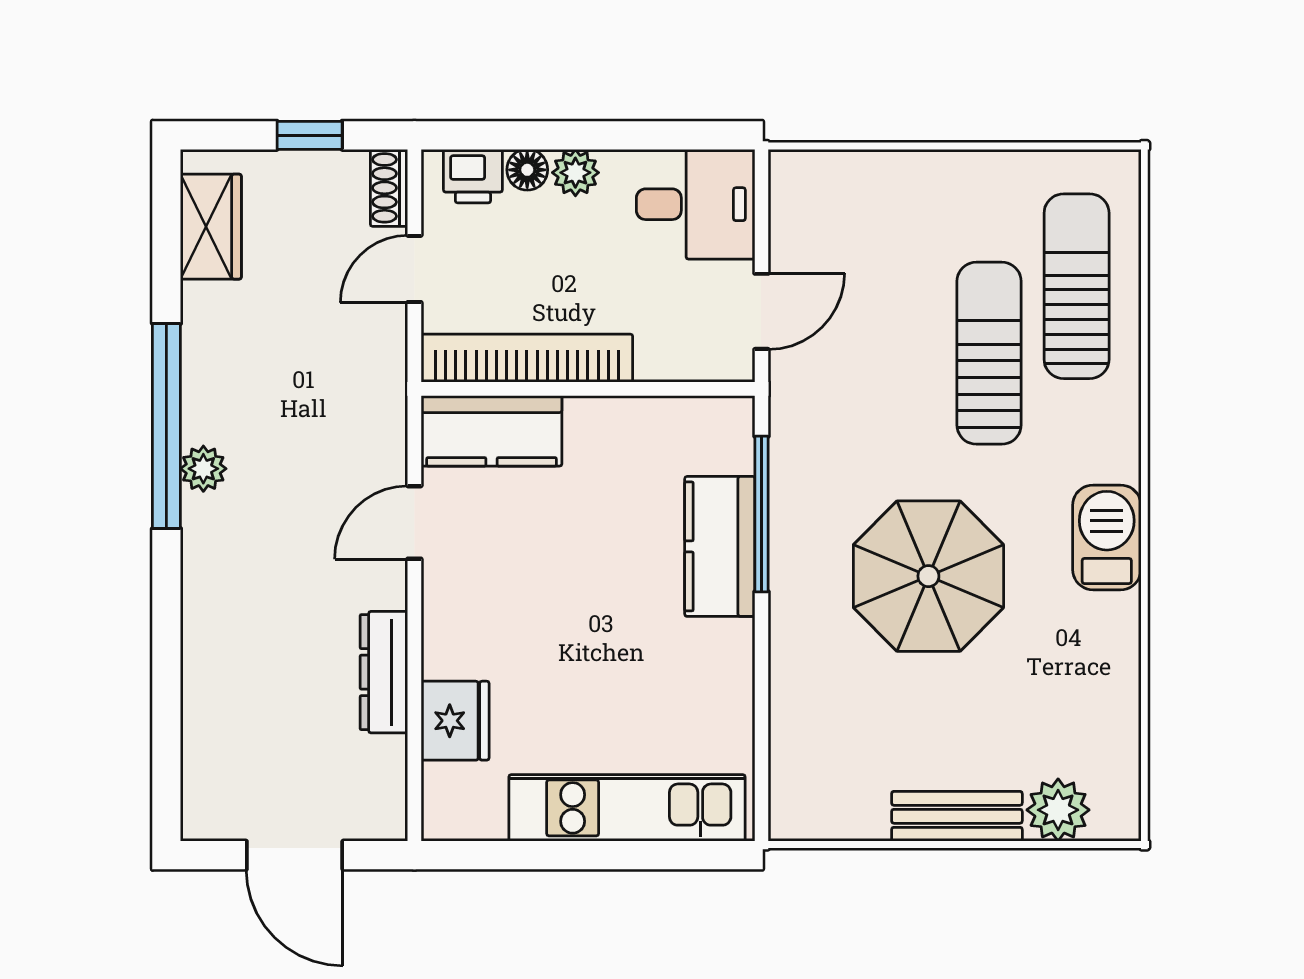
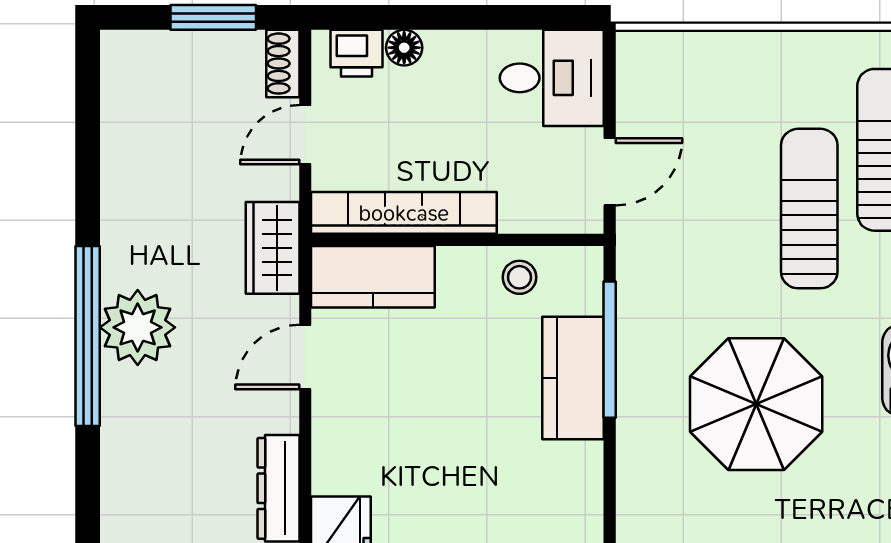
window: (310, 135) -> (213, 17), width x1.50
plant: (575, 173) -> (446, 50), removed
wardrobe: (211, 227) -> (273, 248), moved, turned 180
window: (166, 426) -> (88, 336), moved
stool: (659, 432) -> (519, 277), added
plant: (203, 469) -> (138, 327), width x1.87, depth x1.87

